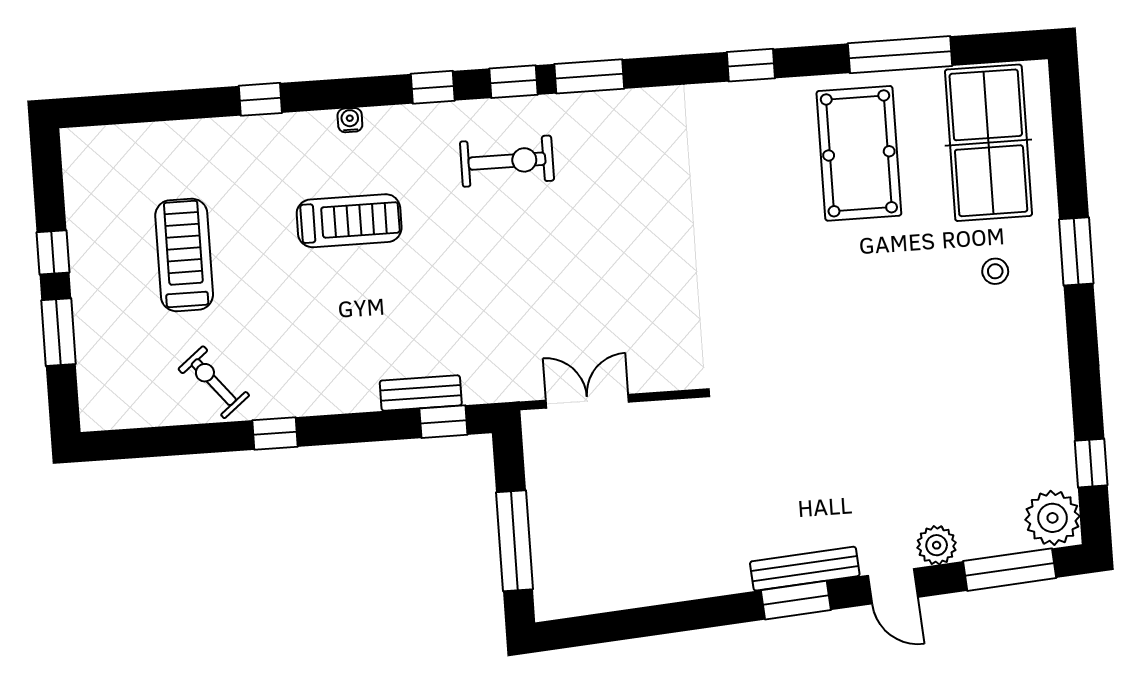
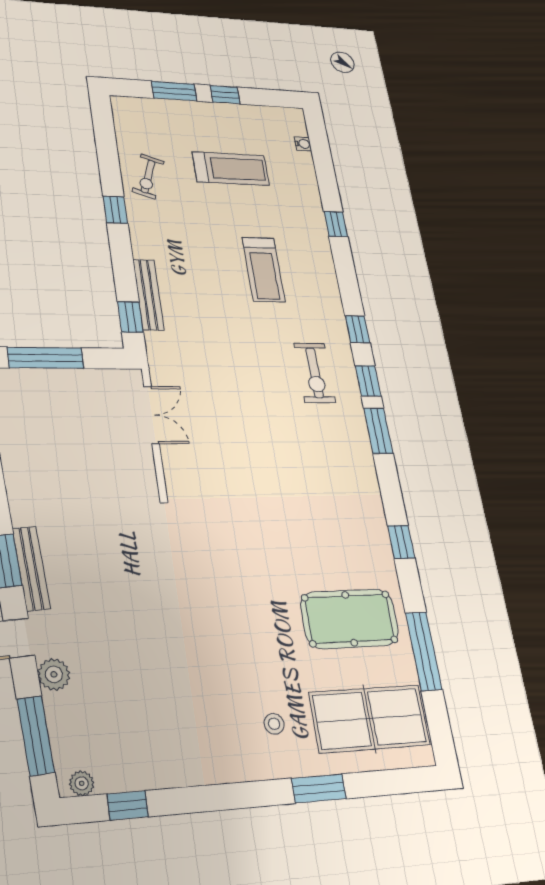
water cooler: (350, 120) -> (303, 144), moved
window: (1076, 251) -> (319, 788), moved
exercise bike: (214, 382) -> (148, 176), turned 148
bench: (421, 393) -> (148, 295), width x1.36
plant: (1052, 518) -> (82, 783), width x0.53, depth x0.53

